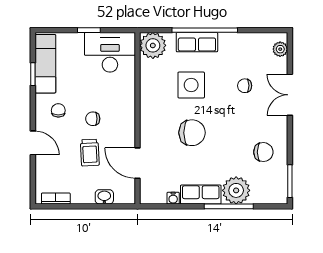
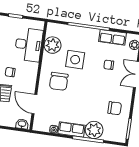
row of seats: (197, 42) -> (113, 37), moved
plant: (153, 45) -> (53, 45), moved
desk: (110, 52) -> (29, 45), moved, turned 90
chair: (192, 133) -> (59, 81), moved, turned 90
washbasin: (104, 197) -> (22, 124), moved

